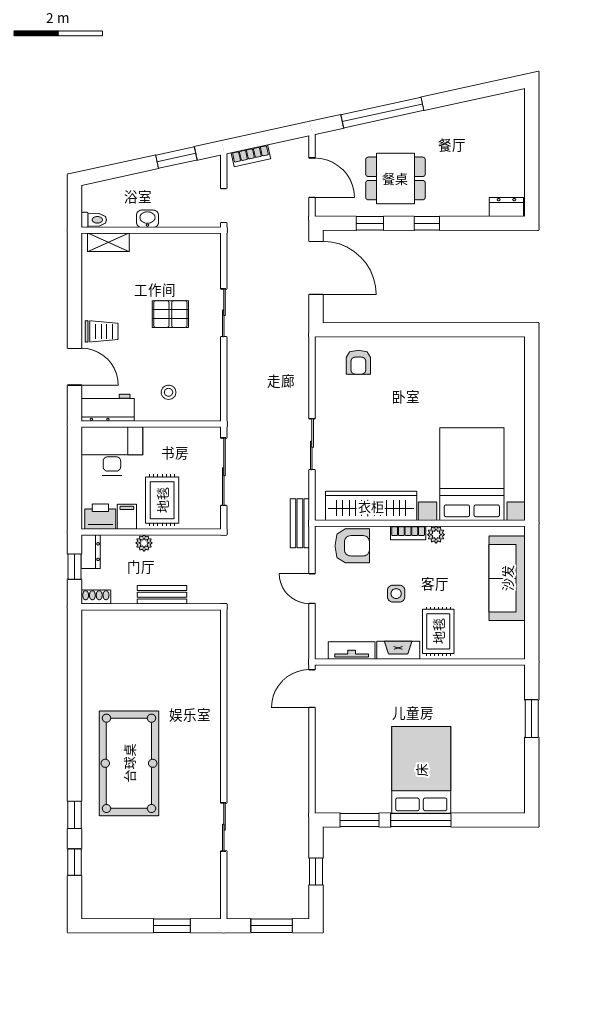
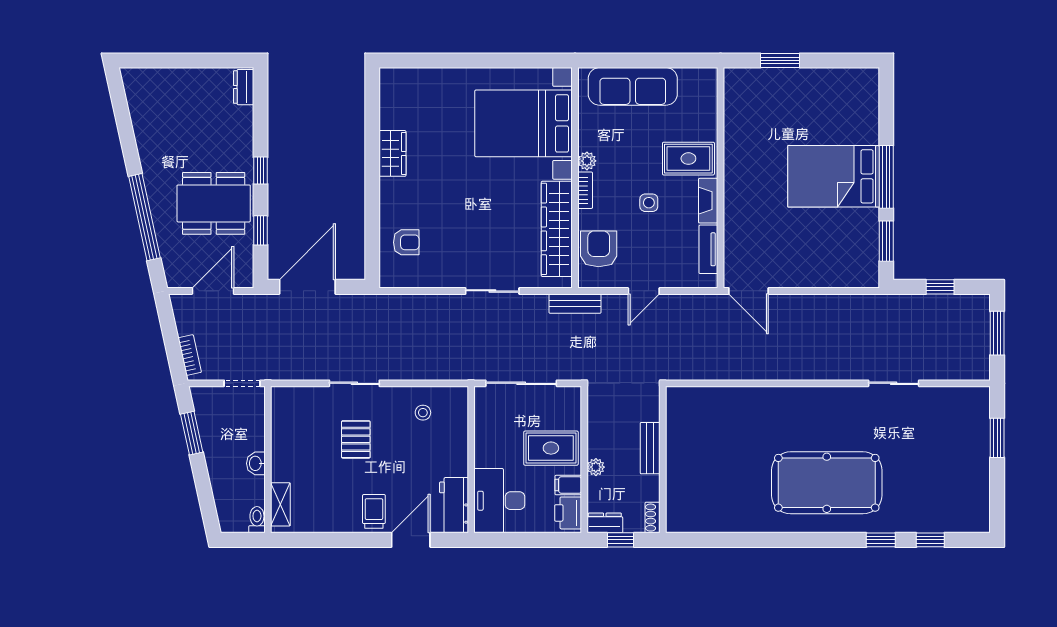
dining table: (395, 178) -> (214, 203), width x1.38
wardrobe: (443, 349) -> (393, 153), added
stool: (169, 392) -> (423, 413), moved

